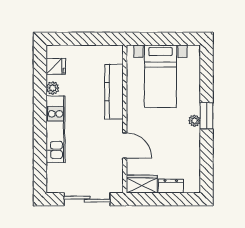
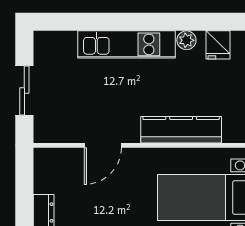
wardrobe: (142, 184) -> (46, 170), removed
sliding door: (87, 199) -> (24, 90), width x0.73

